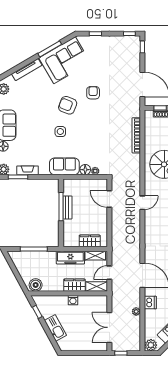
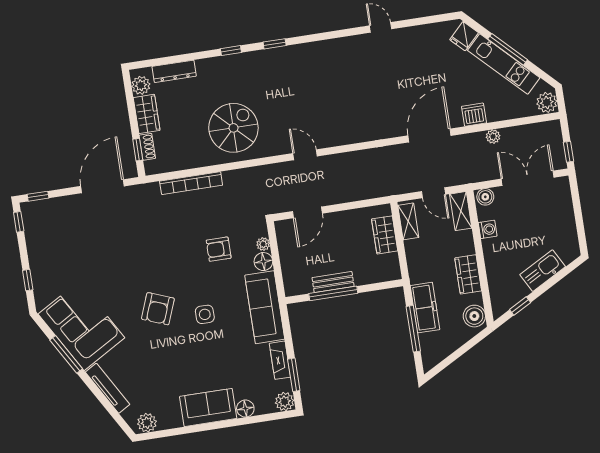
armchair: (93, 93) -> (219, 249), moved
sofa: (64, 166) -> (265, 307), width x1.36
freezer: (70, 258) -> (425, 308), moved
wardrobe: (74, 285) -> (468, 274), moved
washing machine: (73, 300) -> (488, 229), moved
boiler: (103, 302) -> (485, 197), added
double door: (109, 327) -> (528, 178), swing flipped

